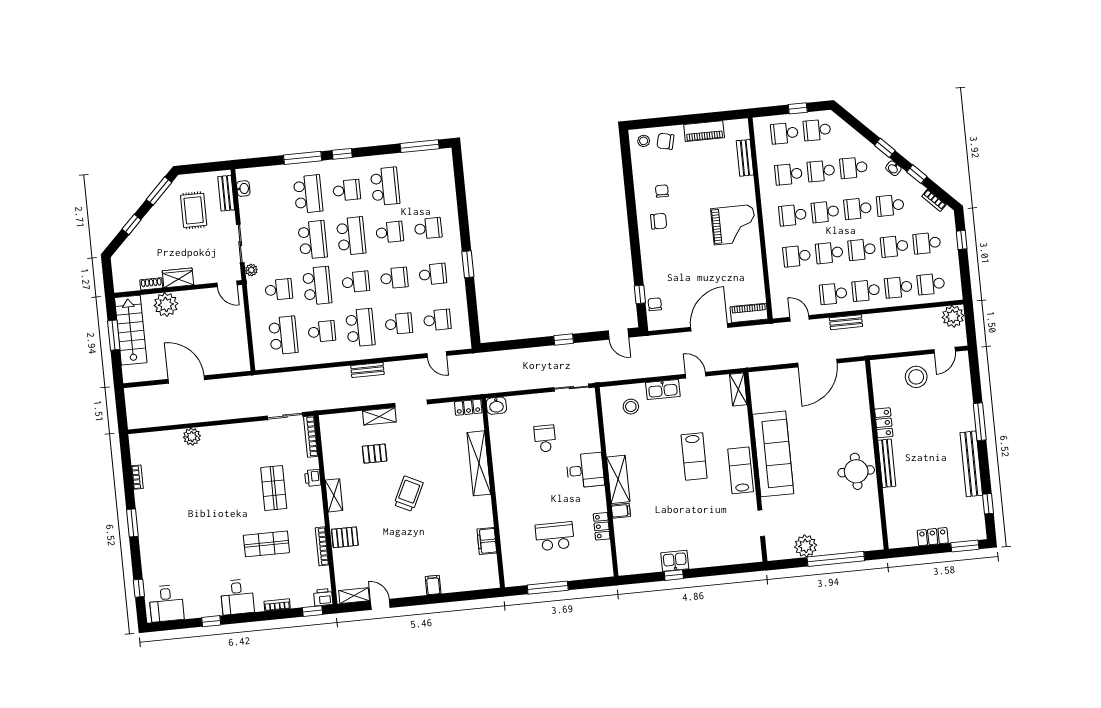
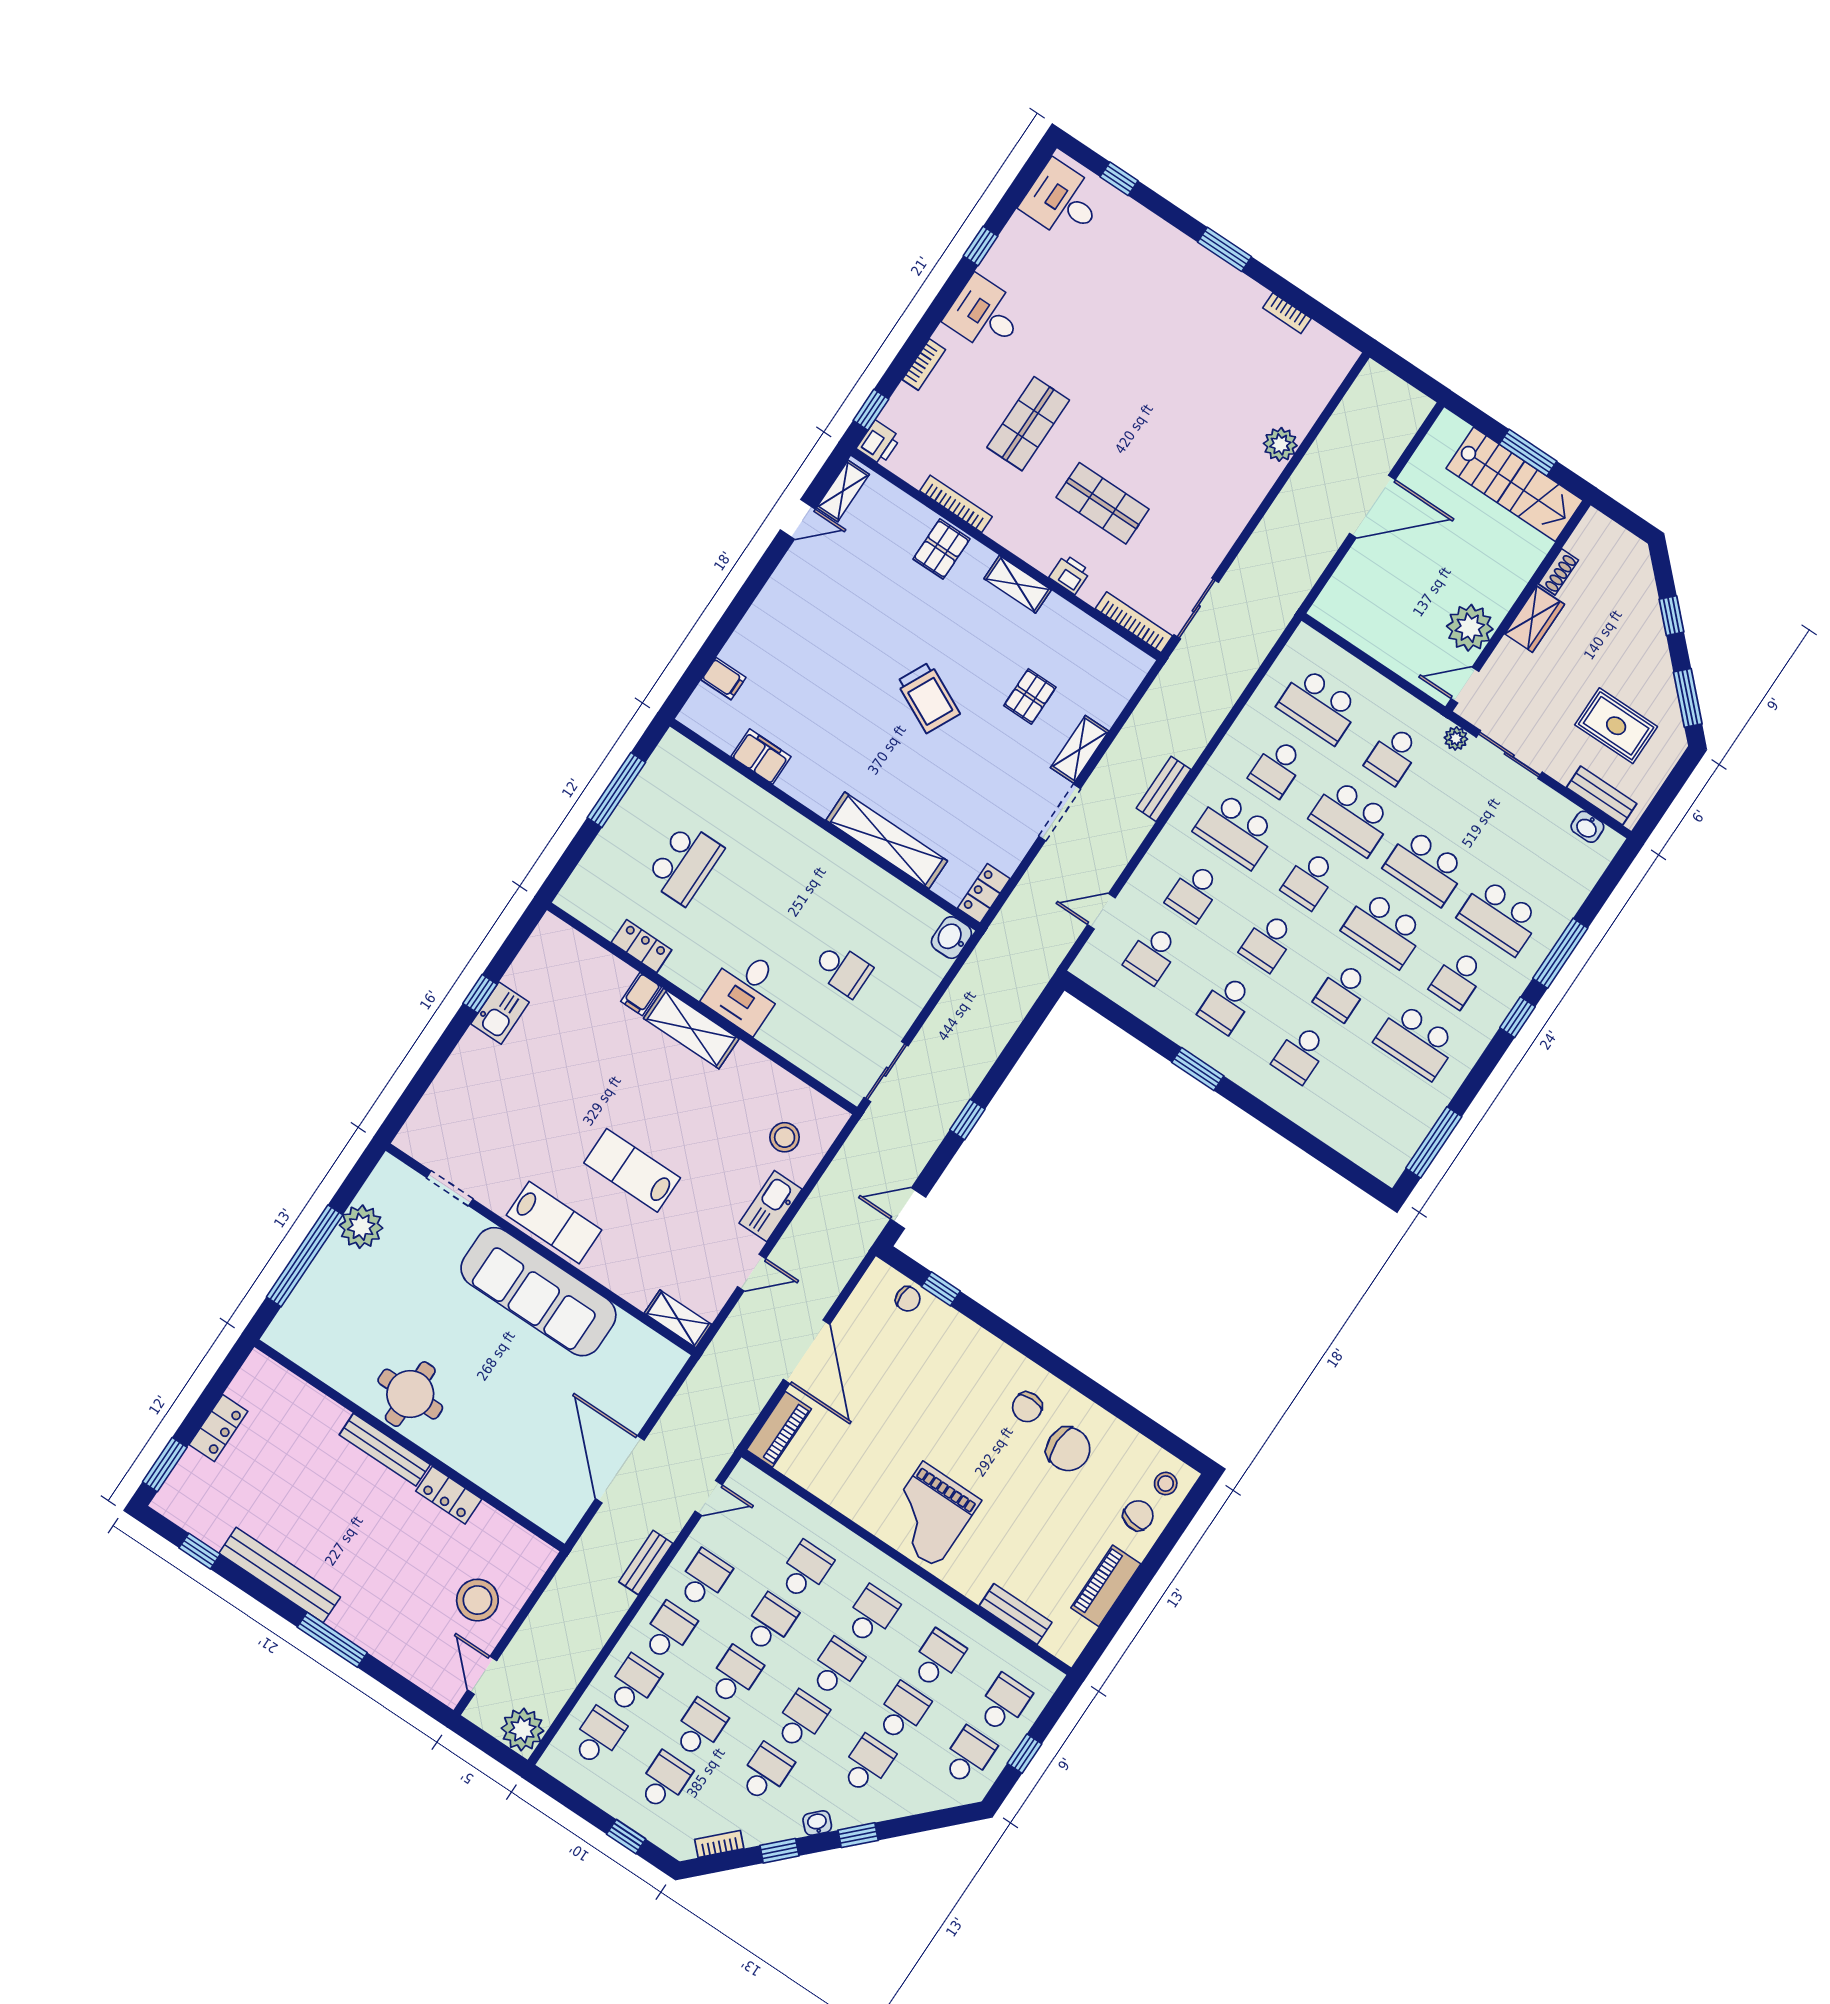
chair: (662, 191) -> (1068, 1449), width x1.87, depth x1.87
plant: (166, 305) -> (1470, 628), moved
filing cabinet: (433, 585) -> (724, 679), moved

